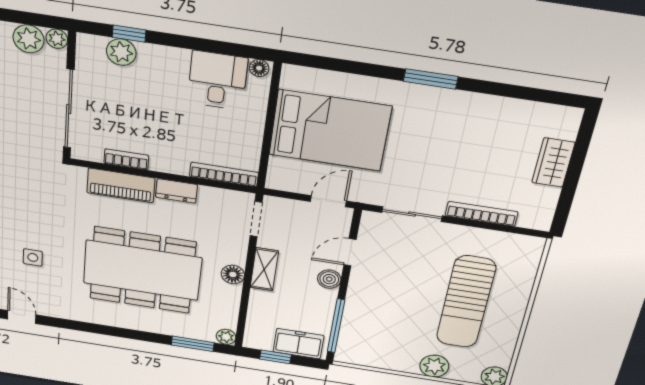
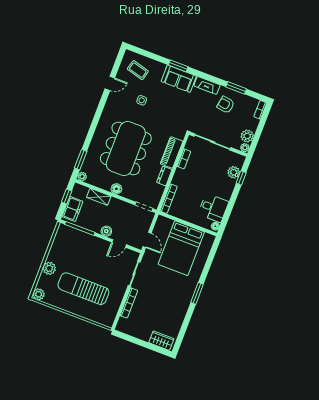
wardrobe: (553, 163) -> (161, 341), moved
door: (350, 252) -> (119, 243), swing flipped
shelving: (264, 269) -> (99, 197), moved

